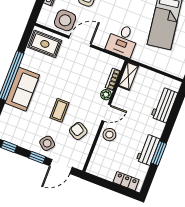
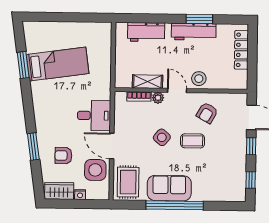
desk: (123, 41) -> (94, 116), moved
shelving: (128, 76) -> (147, 82), moved
sofa: (22, 89) -> (169, 188), moved
side table: (47, 143) -> (162, 137), moved
workbench: (148, 150) -> (194, 32), width x1.38
locker: (126, 181) -> (241, 50), width x1.53

